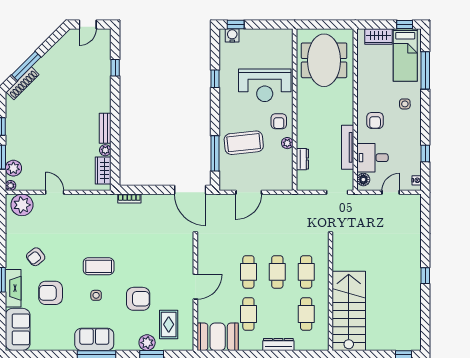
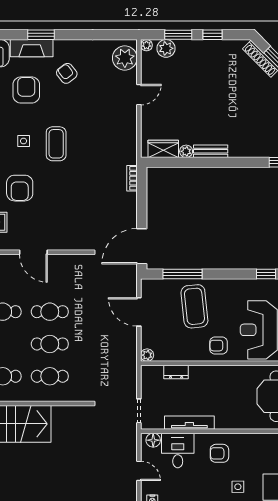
plant: (287, 143) -> (147, 355), moved

